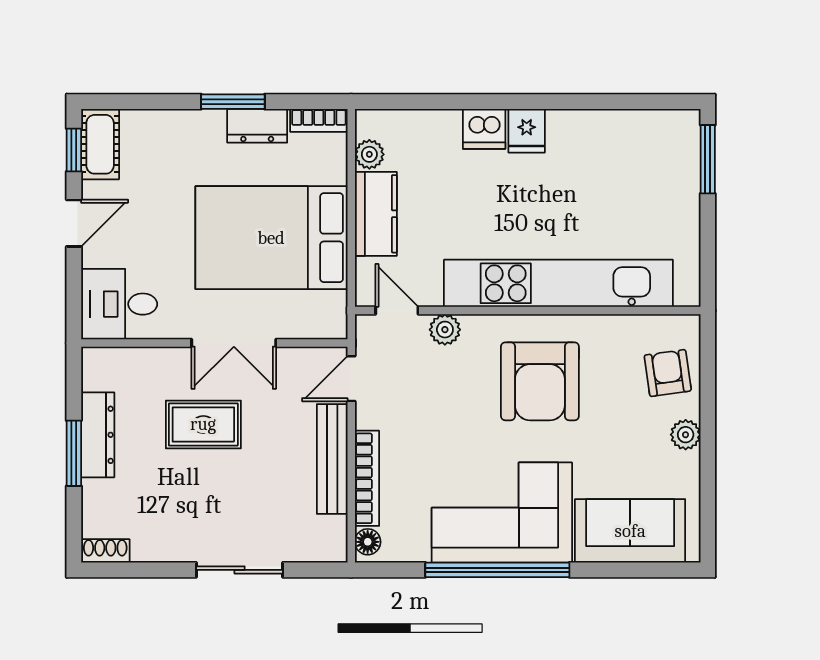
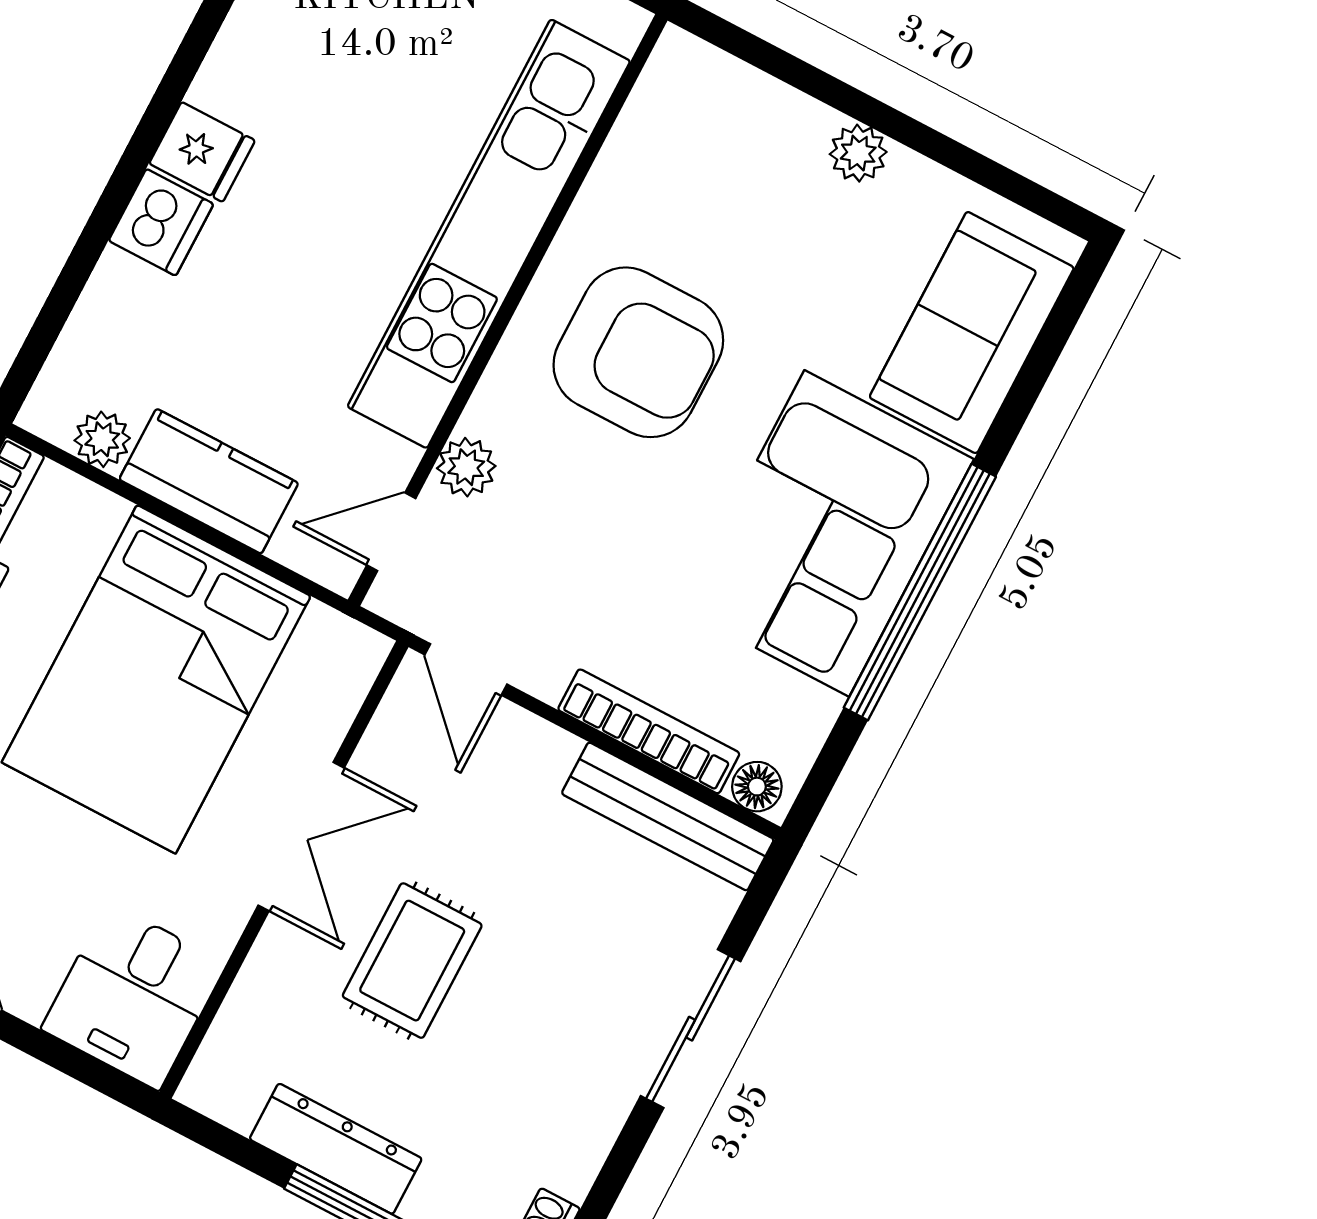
armchair: (668, 373) -> (738, 128), removed
bench: (332, 459) -> (668, 816), moved

